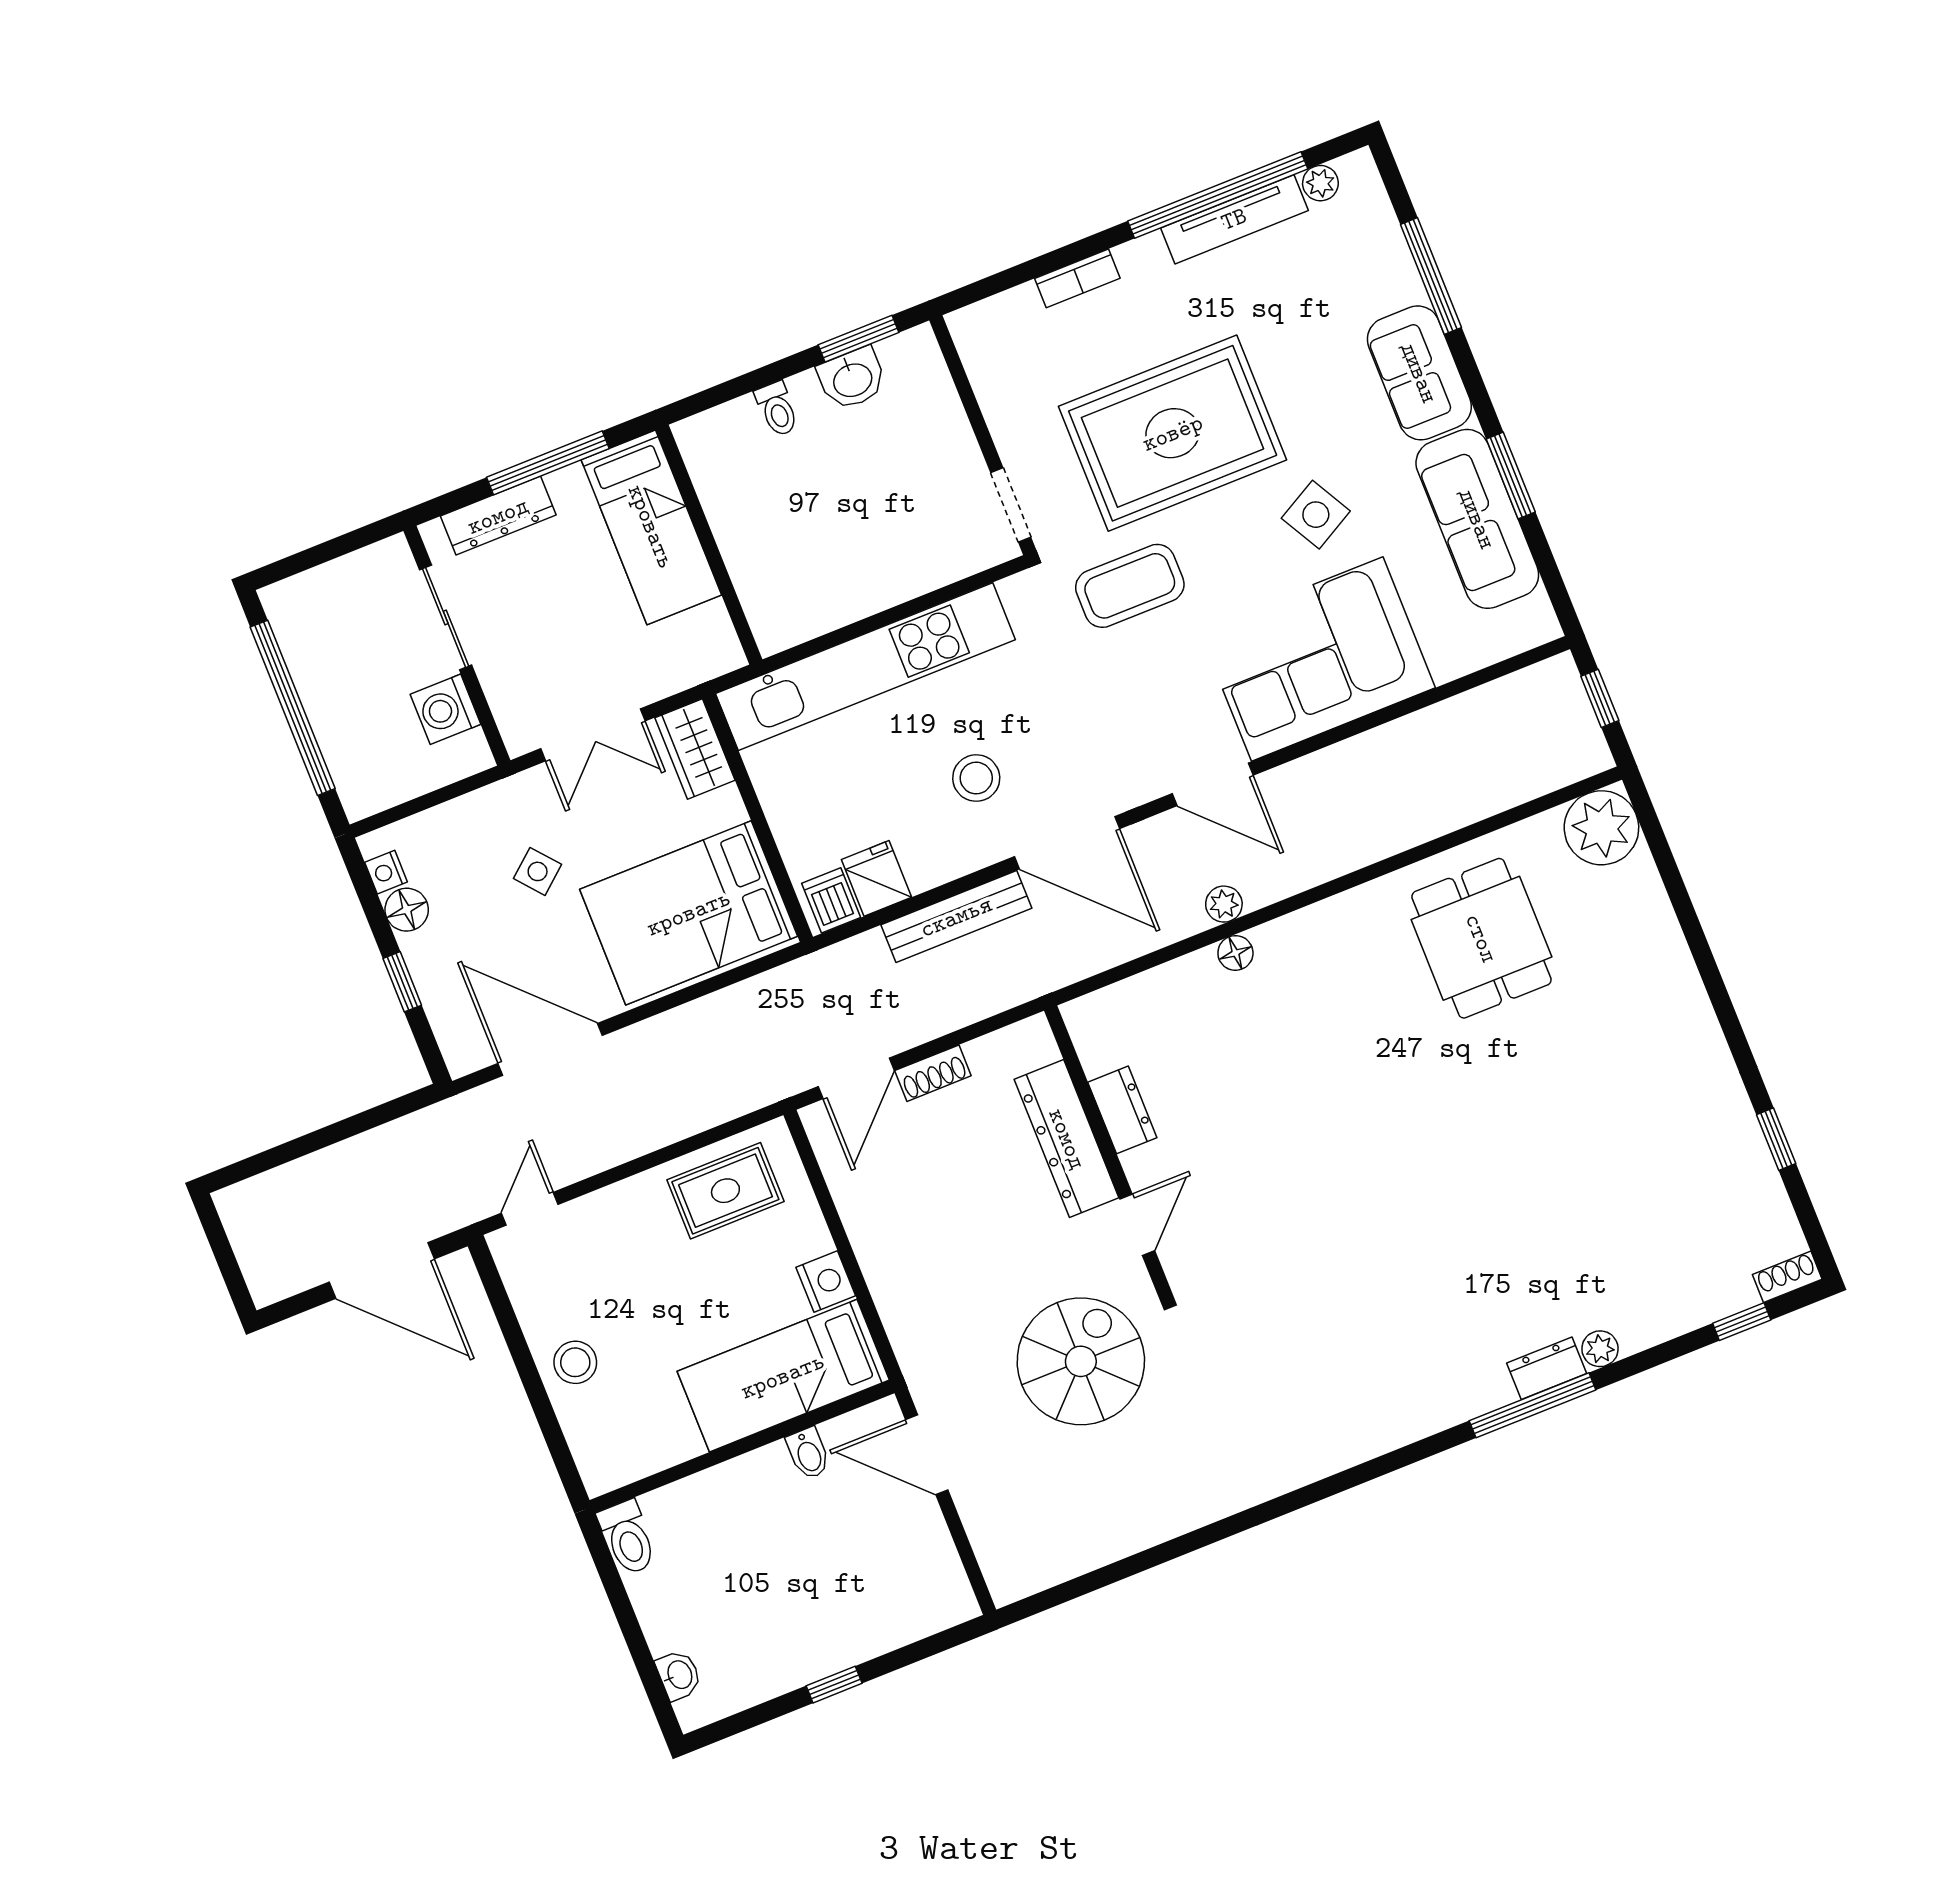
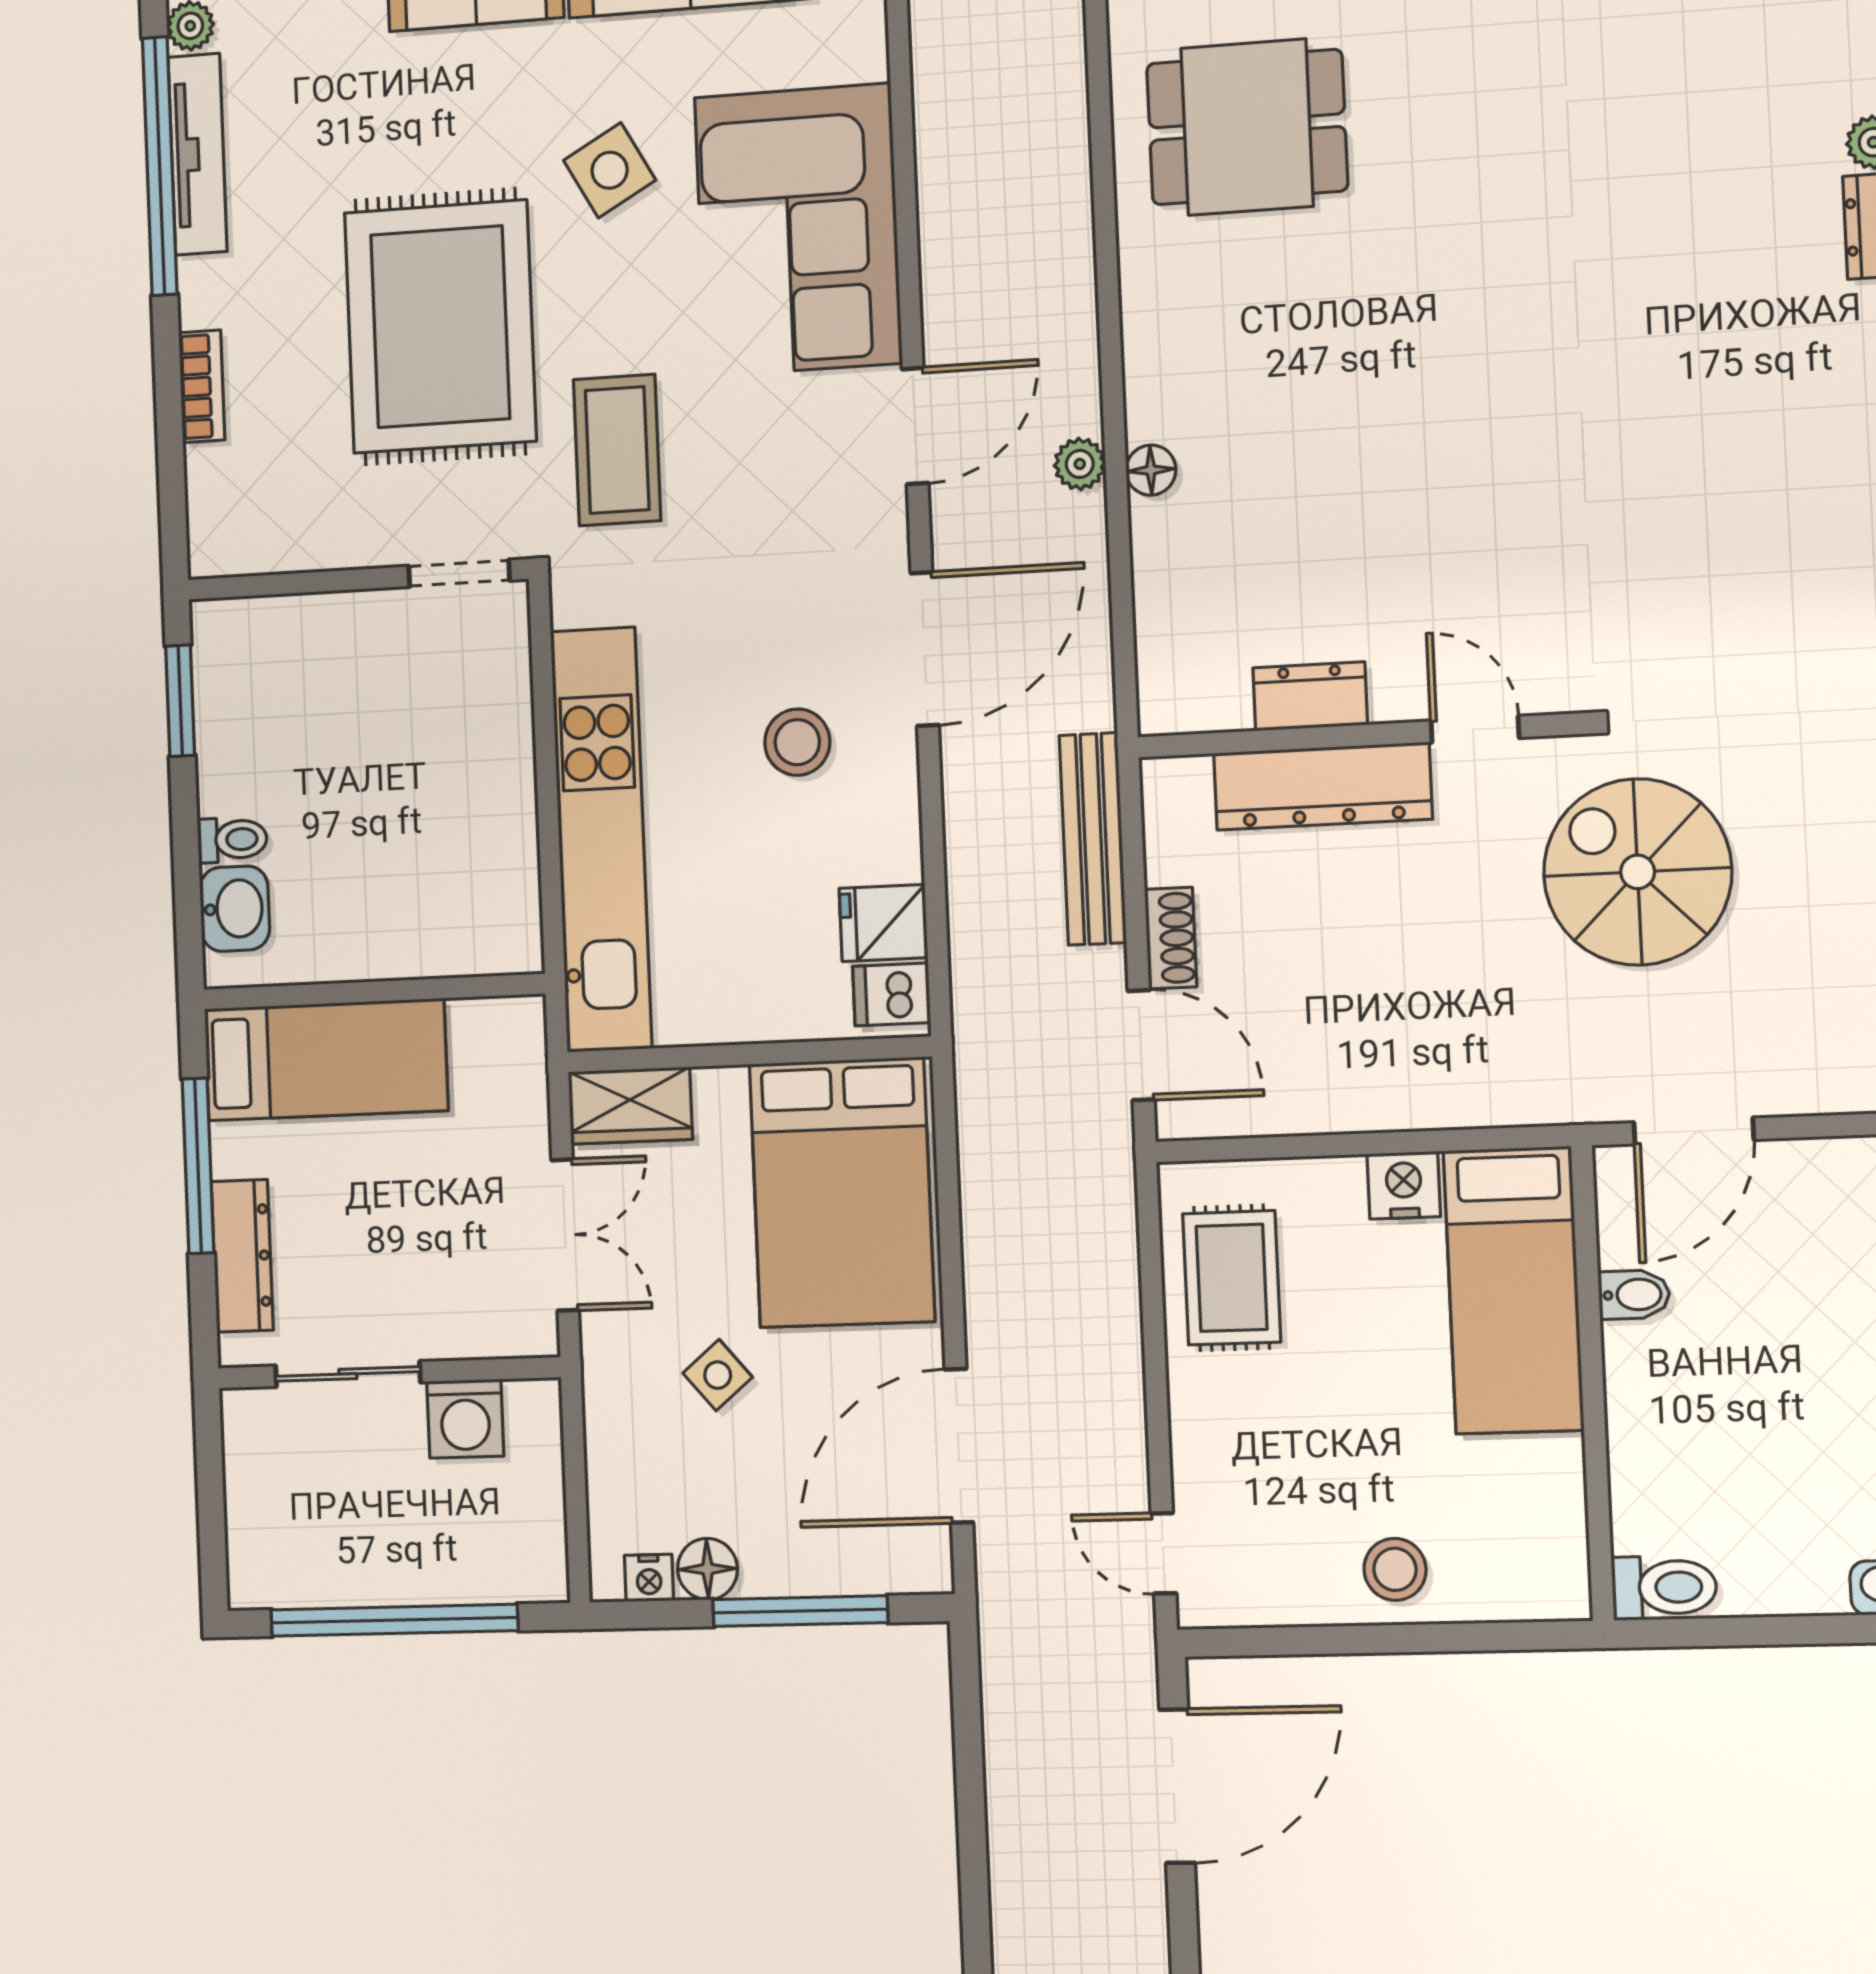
washbasin: (852, 379) -> (235, 909), moved
bench: (956, 917) -> (1093, 839), moved
window: (402, 982) -> (800, 1611), width x2.17

